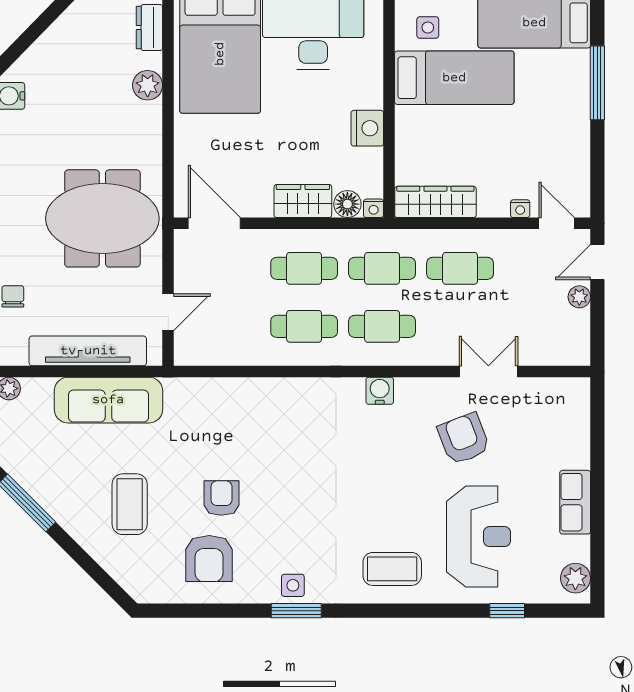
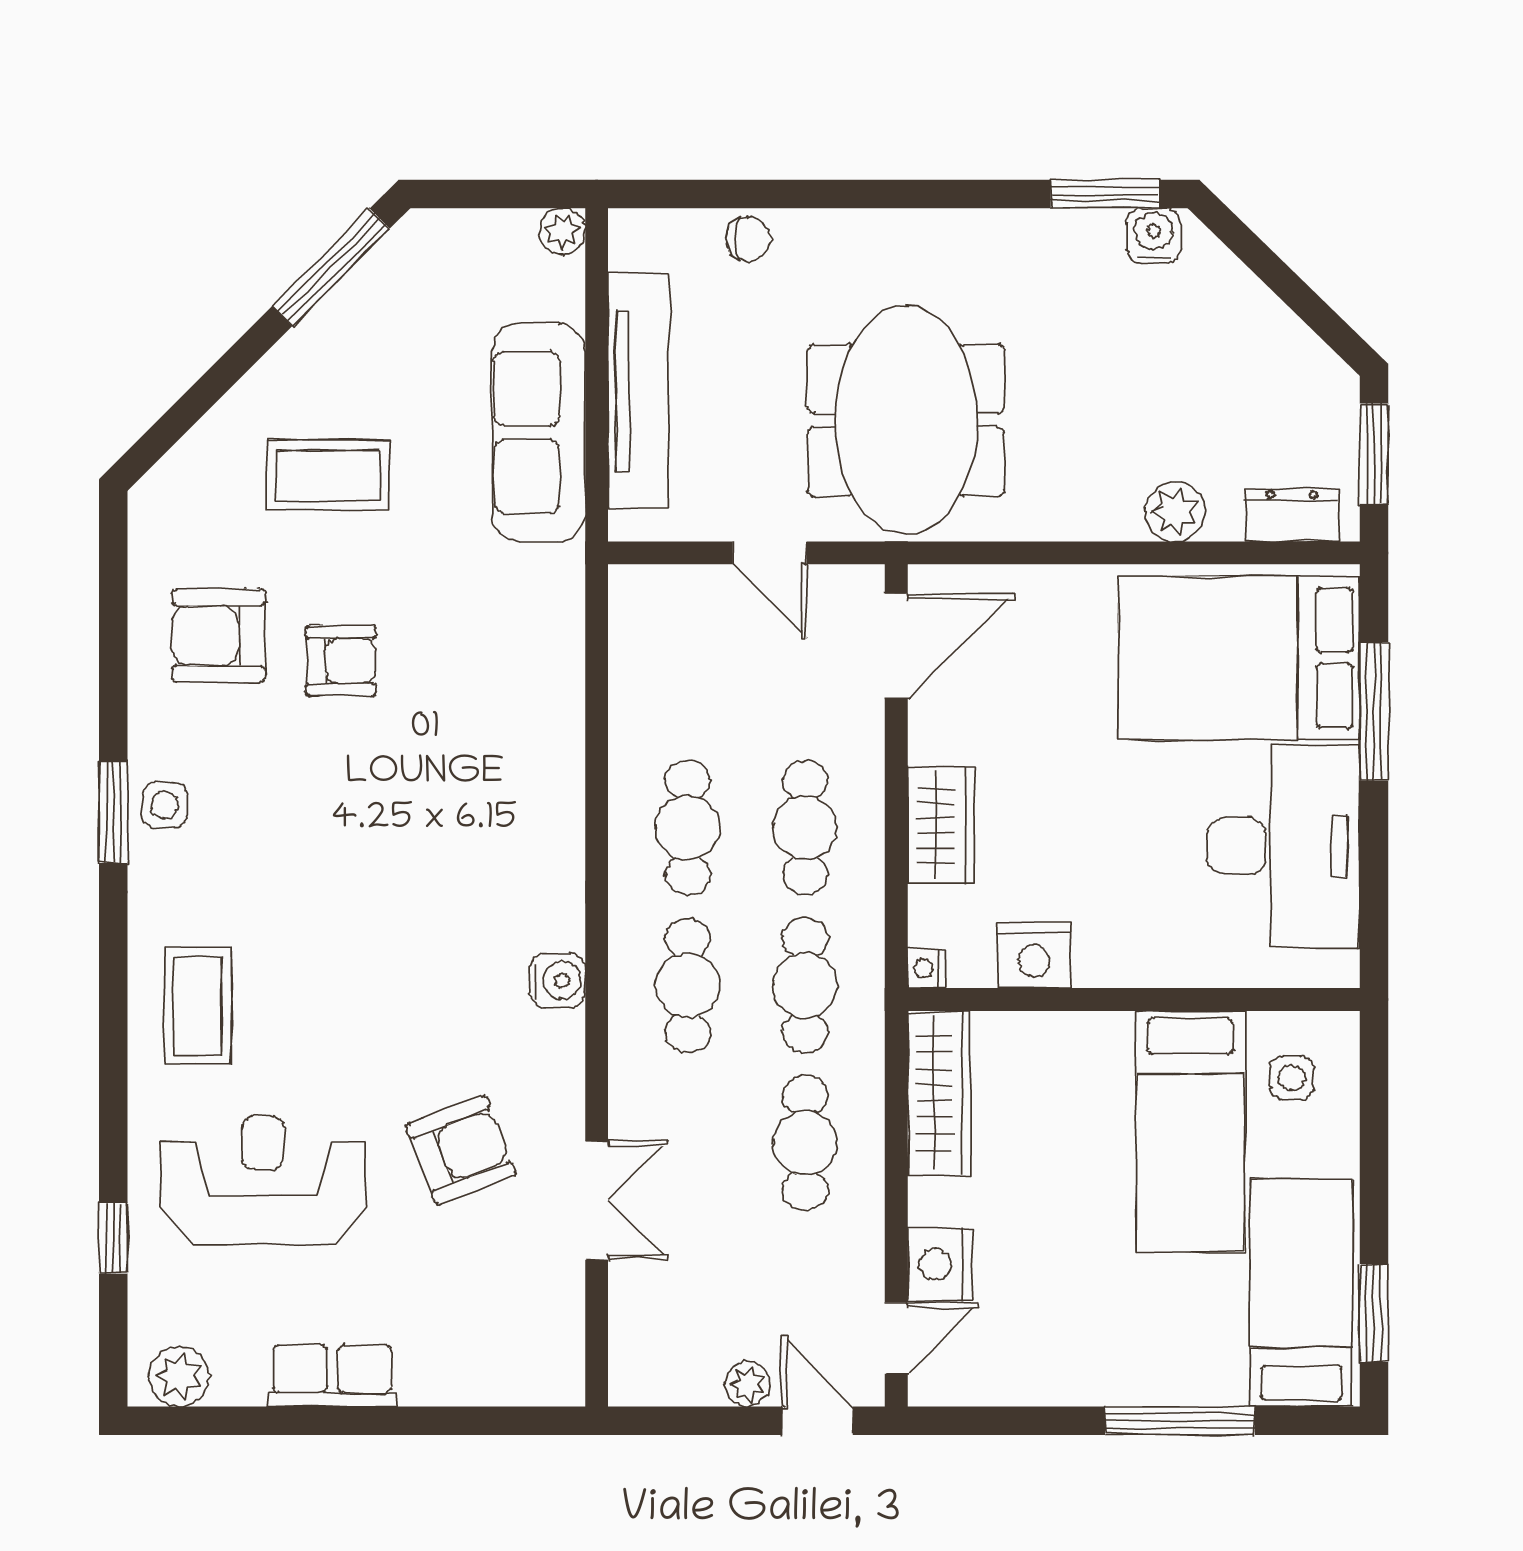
nightstand: (367, 128) -> (1034, 956), moved
floor lamp: (347, 204) -> (935, 915), removed
nightstand: (520, 209) -> (940, 1265), width x1.89, depth x1.79
door: (168, 312) -> (770, 553), moved
reception desk: (479, 537) -> (263, 1180), turned 180

